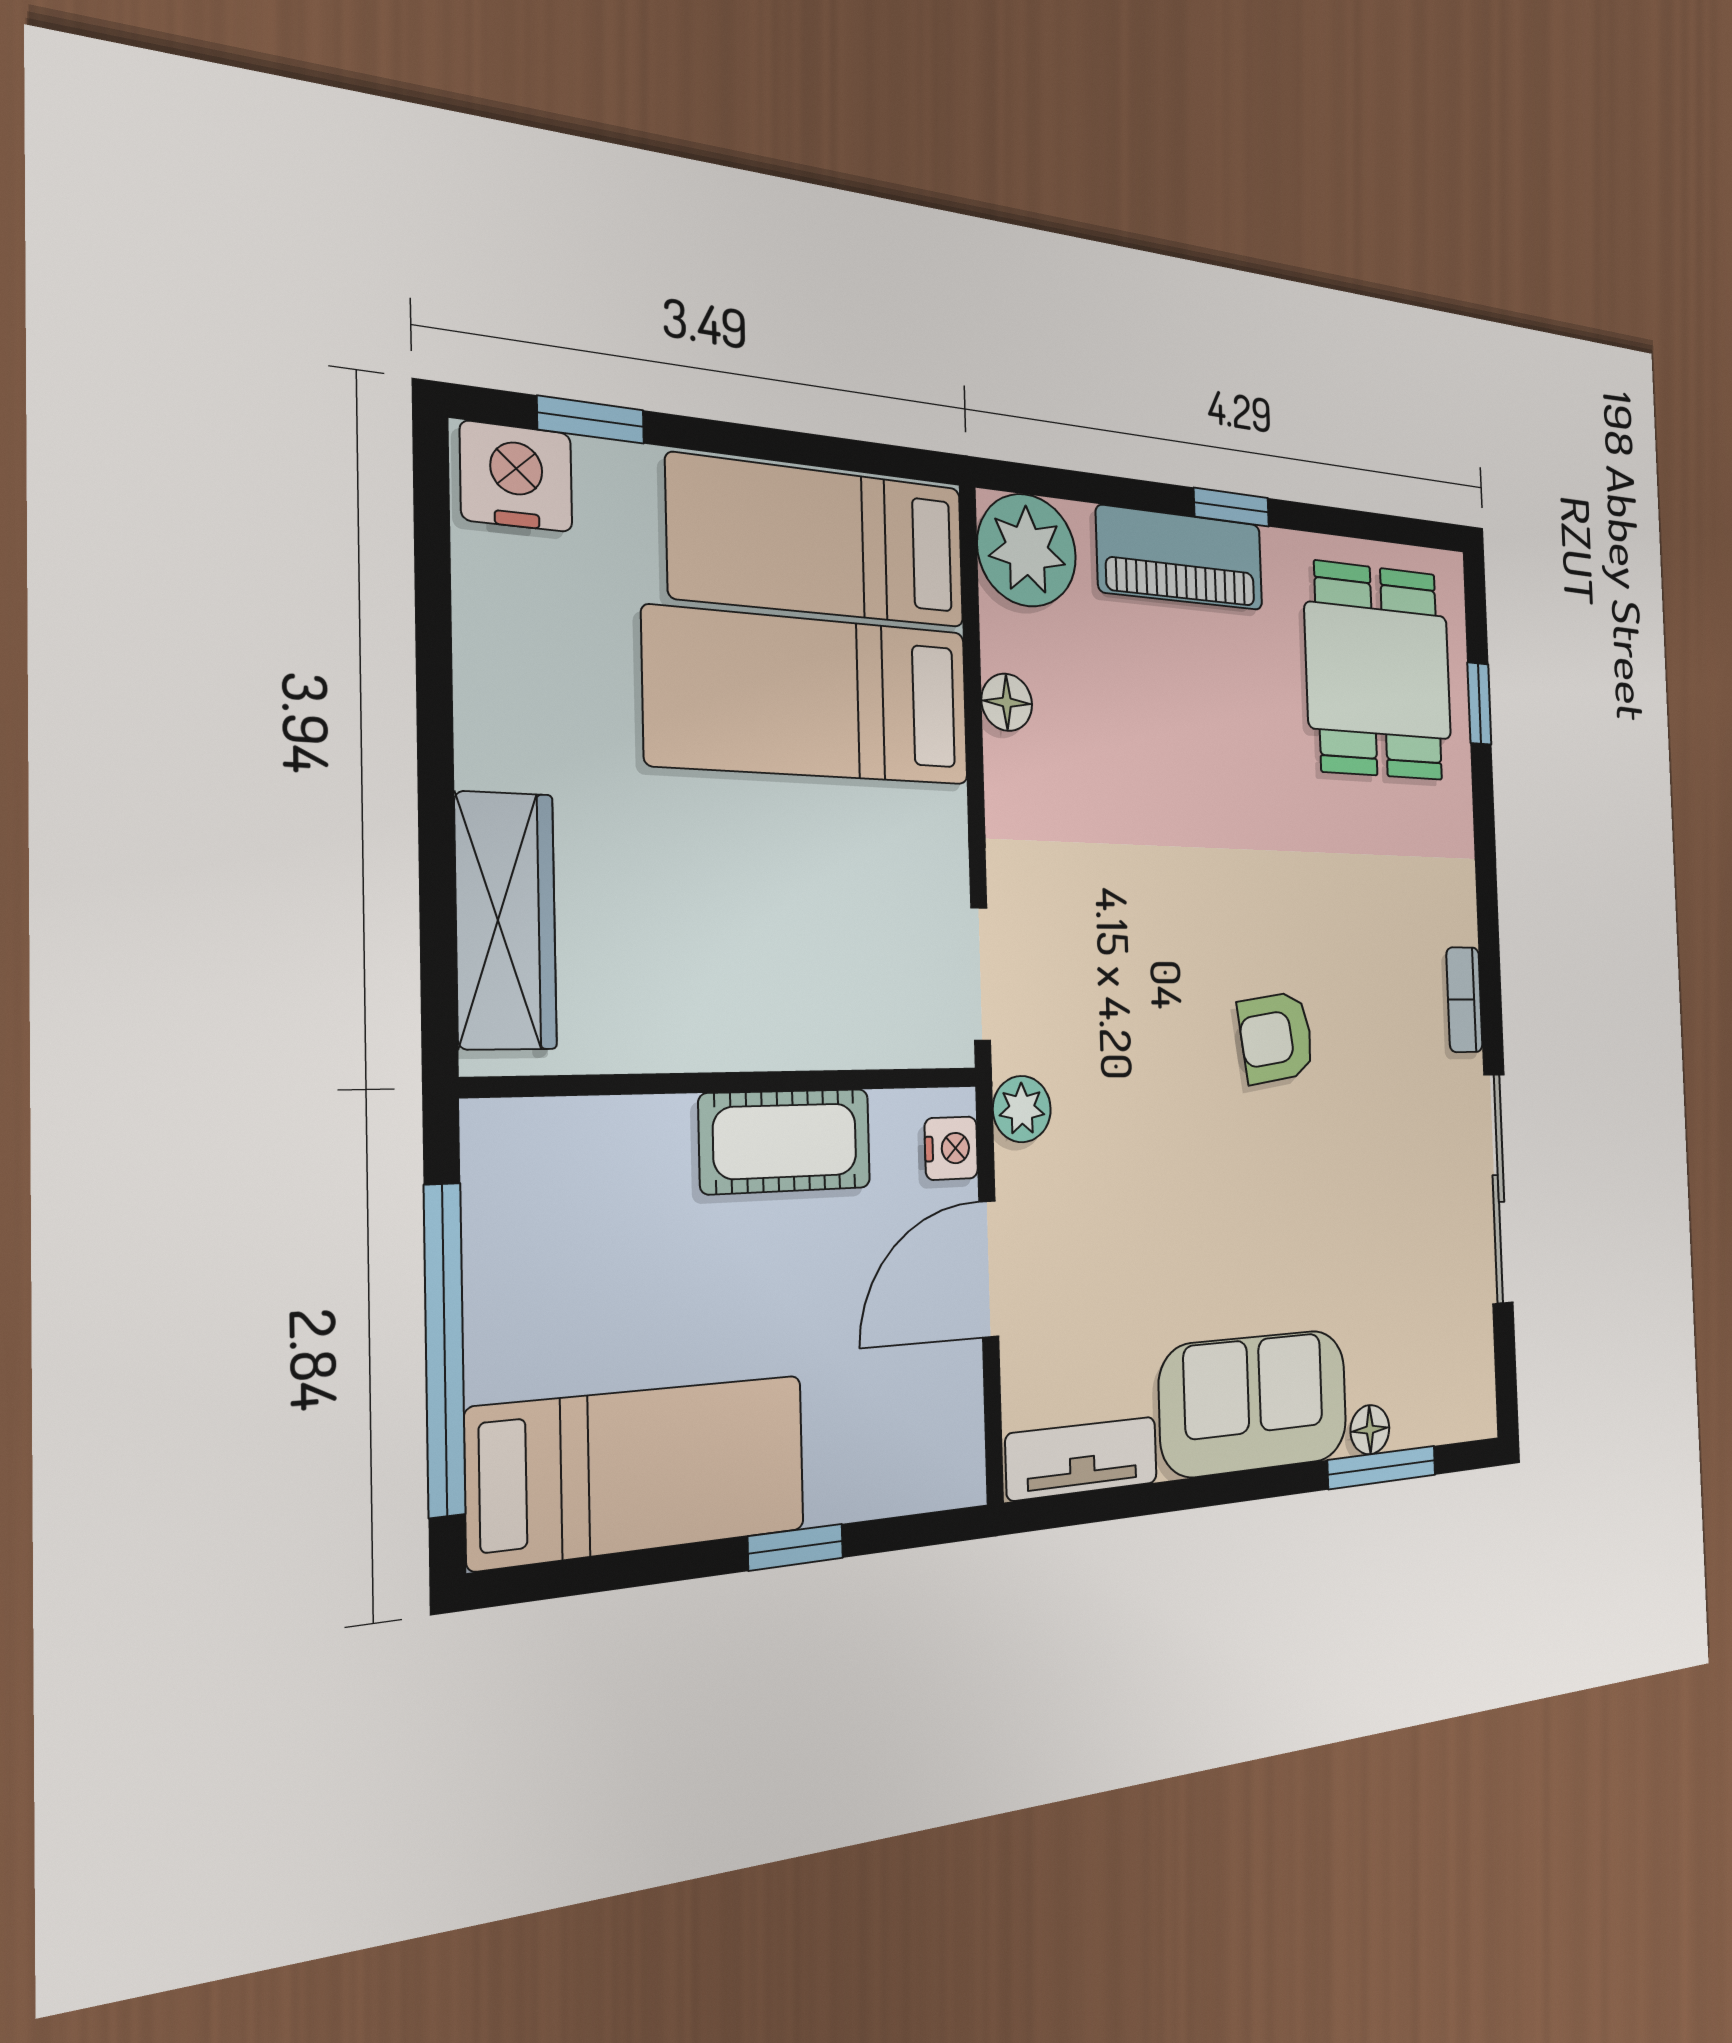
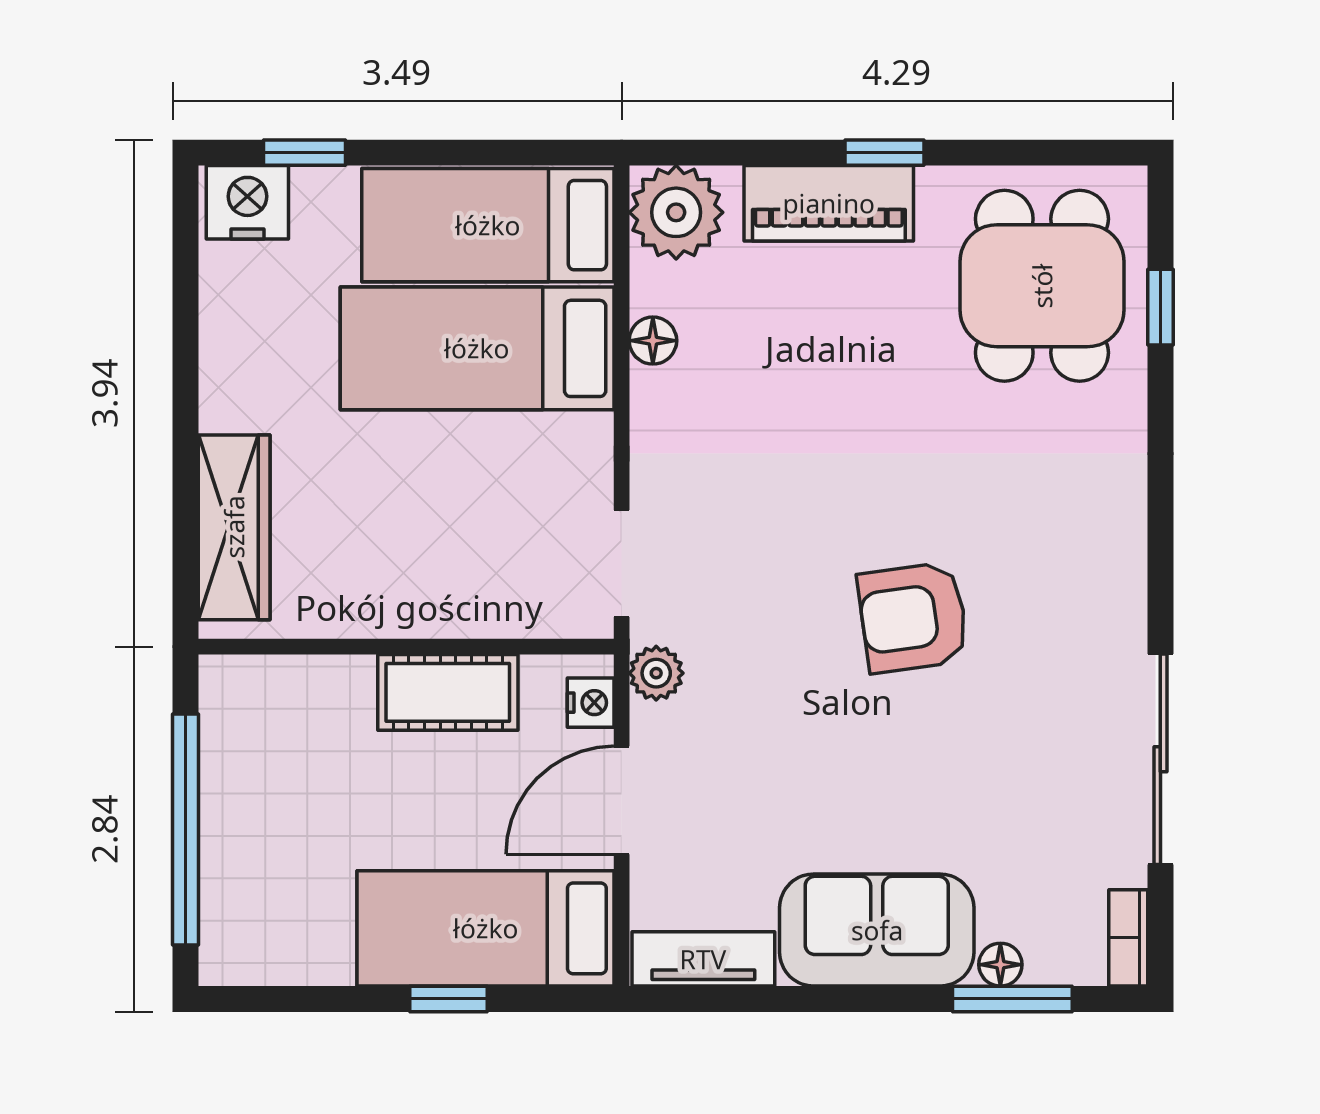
bookcase: (1464, 1000) -> (1128, 938), moved
armchair: (1276, 1038) -> (913, 617), width x1.38, depth x1.38
bed: (640, 1470) -> (486, 928), moved, turned 180

